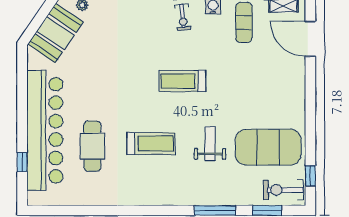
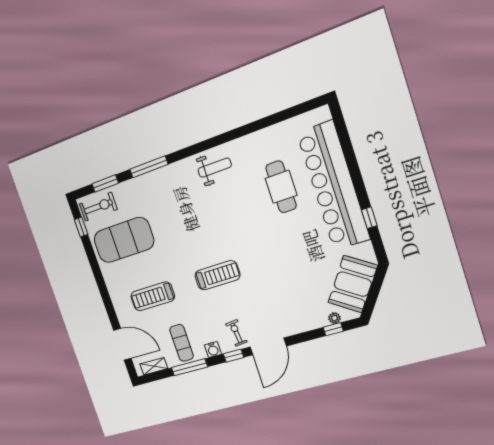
treadmill: (151, 144) -> (153, 296), moved
weight bench: (210, 144) -> (215, 168), moved, turned -90
window: (22, 162) -> (369, 218), moved

